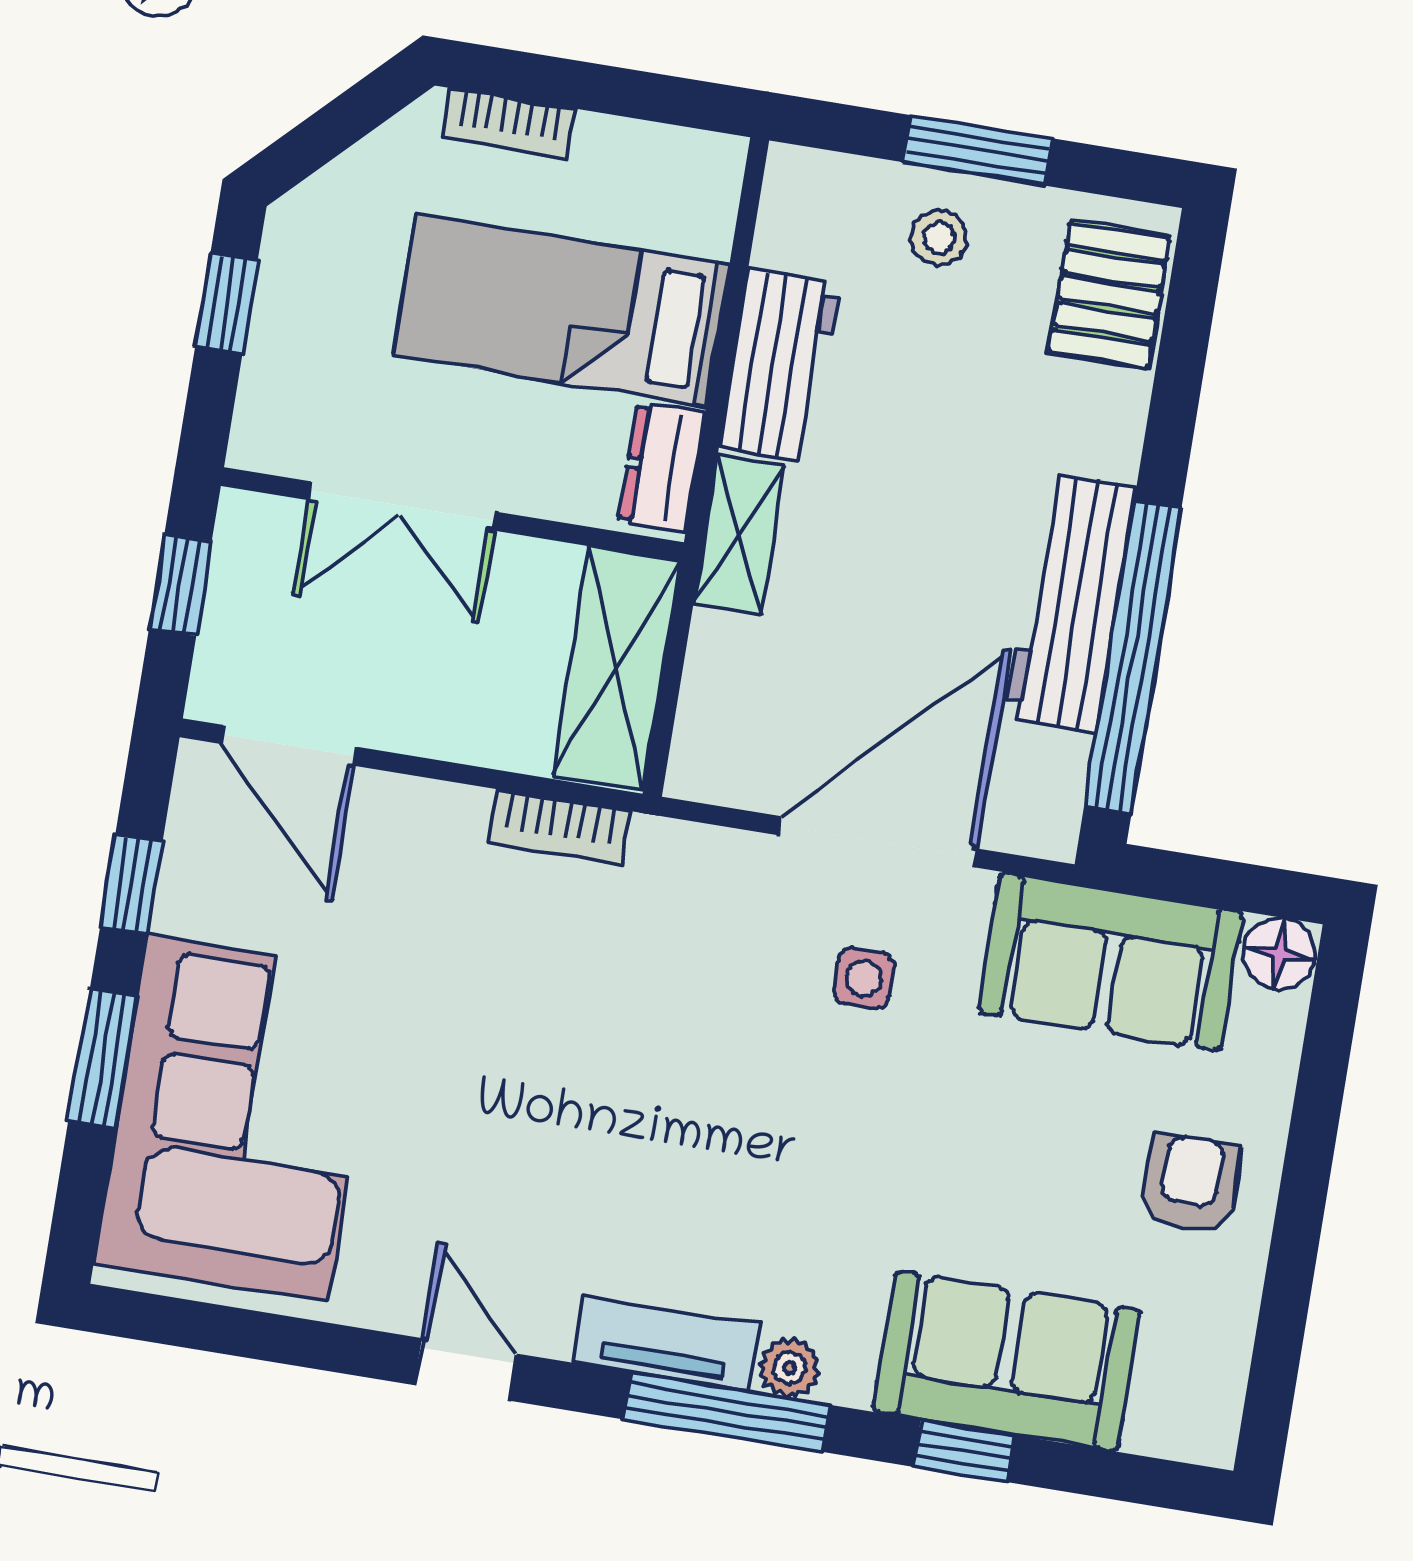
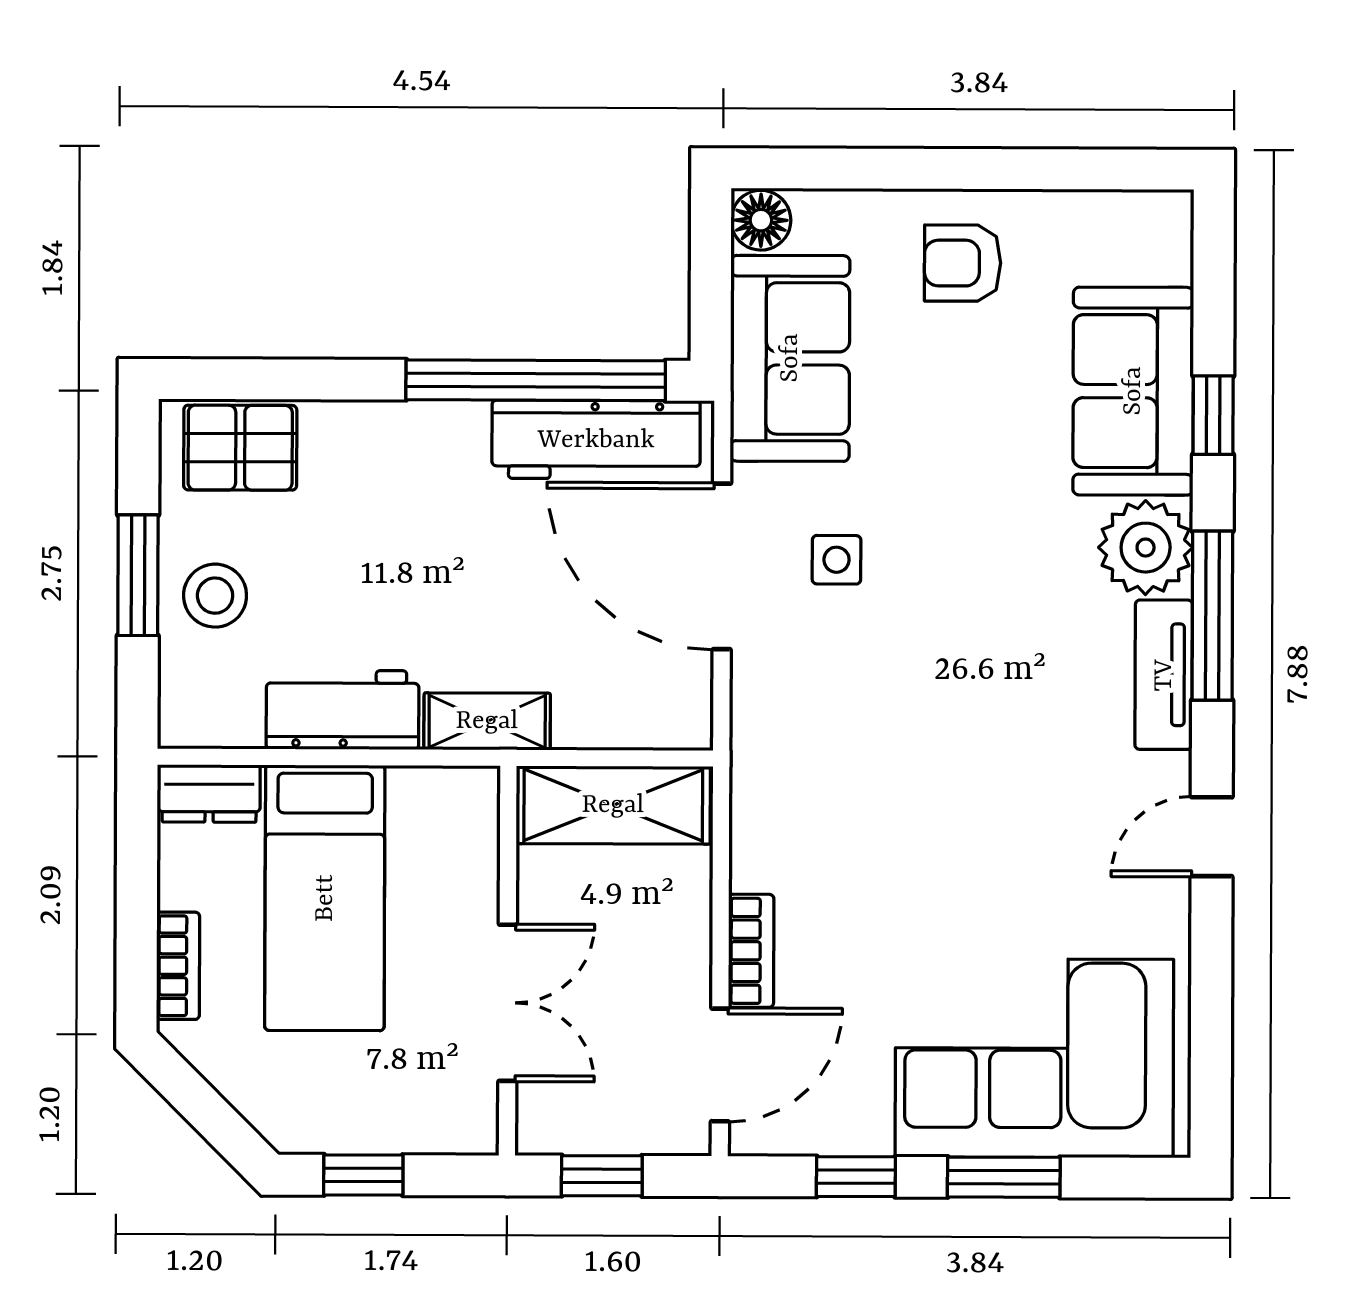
stool: (939, 238) -> (215, 596), width x1.37, depth x1.37
dresser: (661, 467) -> (209, 793), moved
workbench: (1070, 602) -> (596, 440), moved
bookcase: (559, 827) -> (751, 951), moved
plant: (790, 1368) -> (1146, 548), width x1.87, depth x1.87

